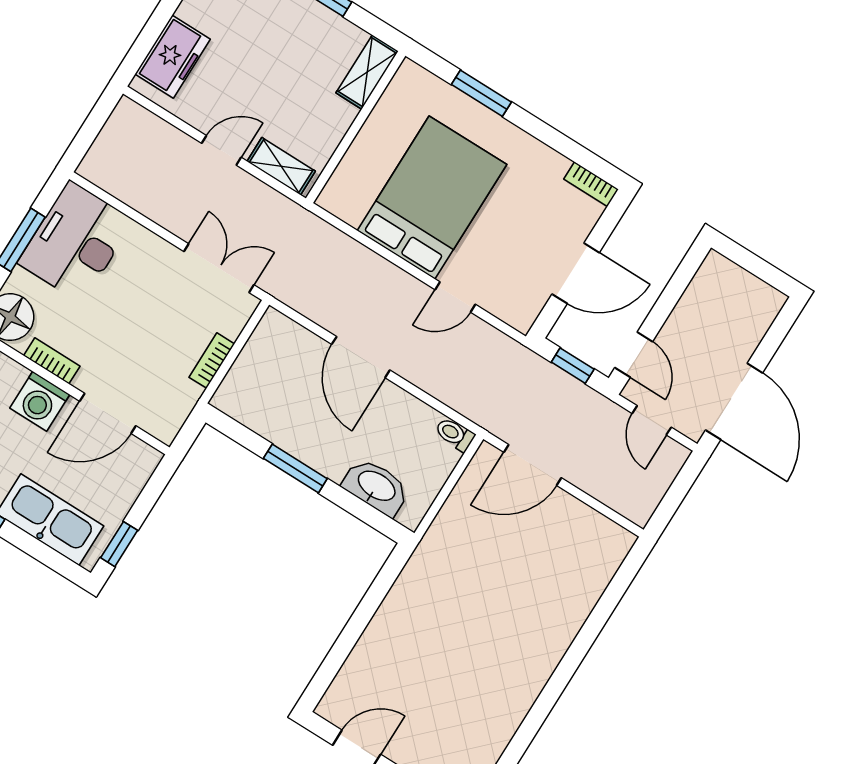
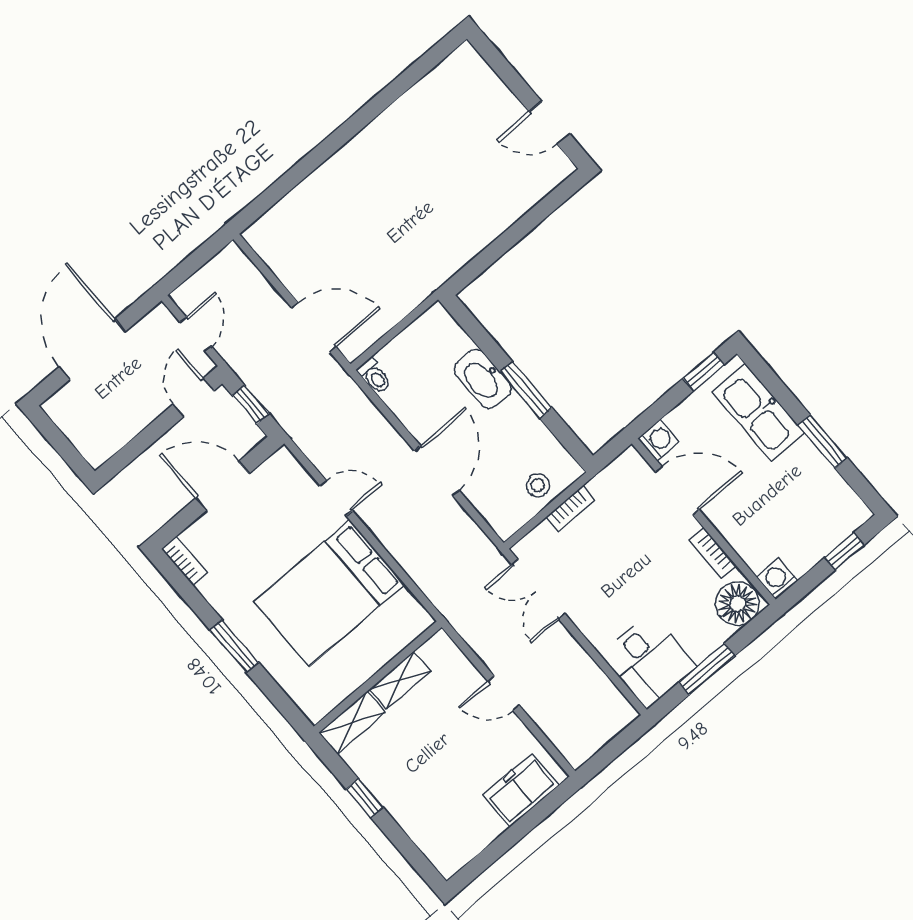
window: (481, 93) -> (234, 646), moved
shelving: (281, 166) -> (400, 680), moved, turned 90
desk: (76, 242) -> (649, 661), width x0.73
stool: (253, 375) -> (538, 485), added
washing machine: (40, 401) -> (658, 440), moved, width x0.73, depth x0.73
door: (734, 401) -> (92, 349), moved
washbasin: (376, 487) -> (483, 379), moved

